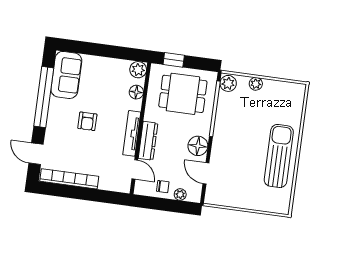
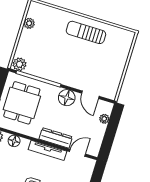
plant: (256, 84) -> (29, 23), moved
sun lounger: (279, 156) -> (86, 32), width x0.73, depth x0.75
door: (206, 173) -> (90, 95), hinge flipped
chair: (163, 187) -> (95, 132), removed

